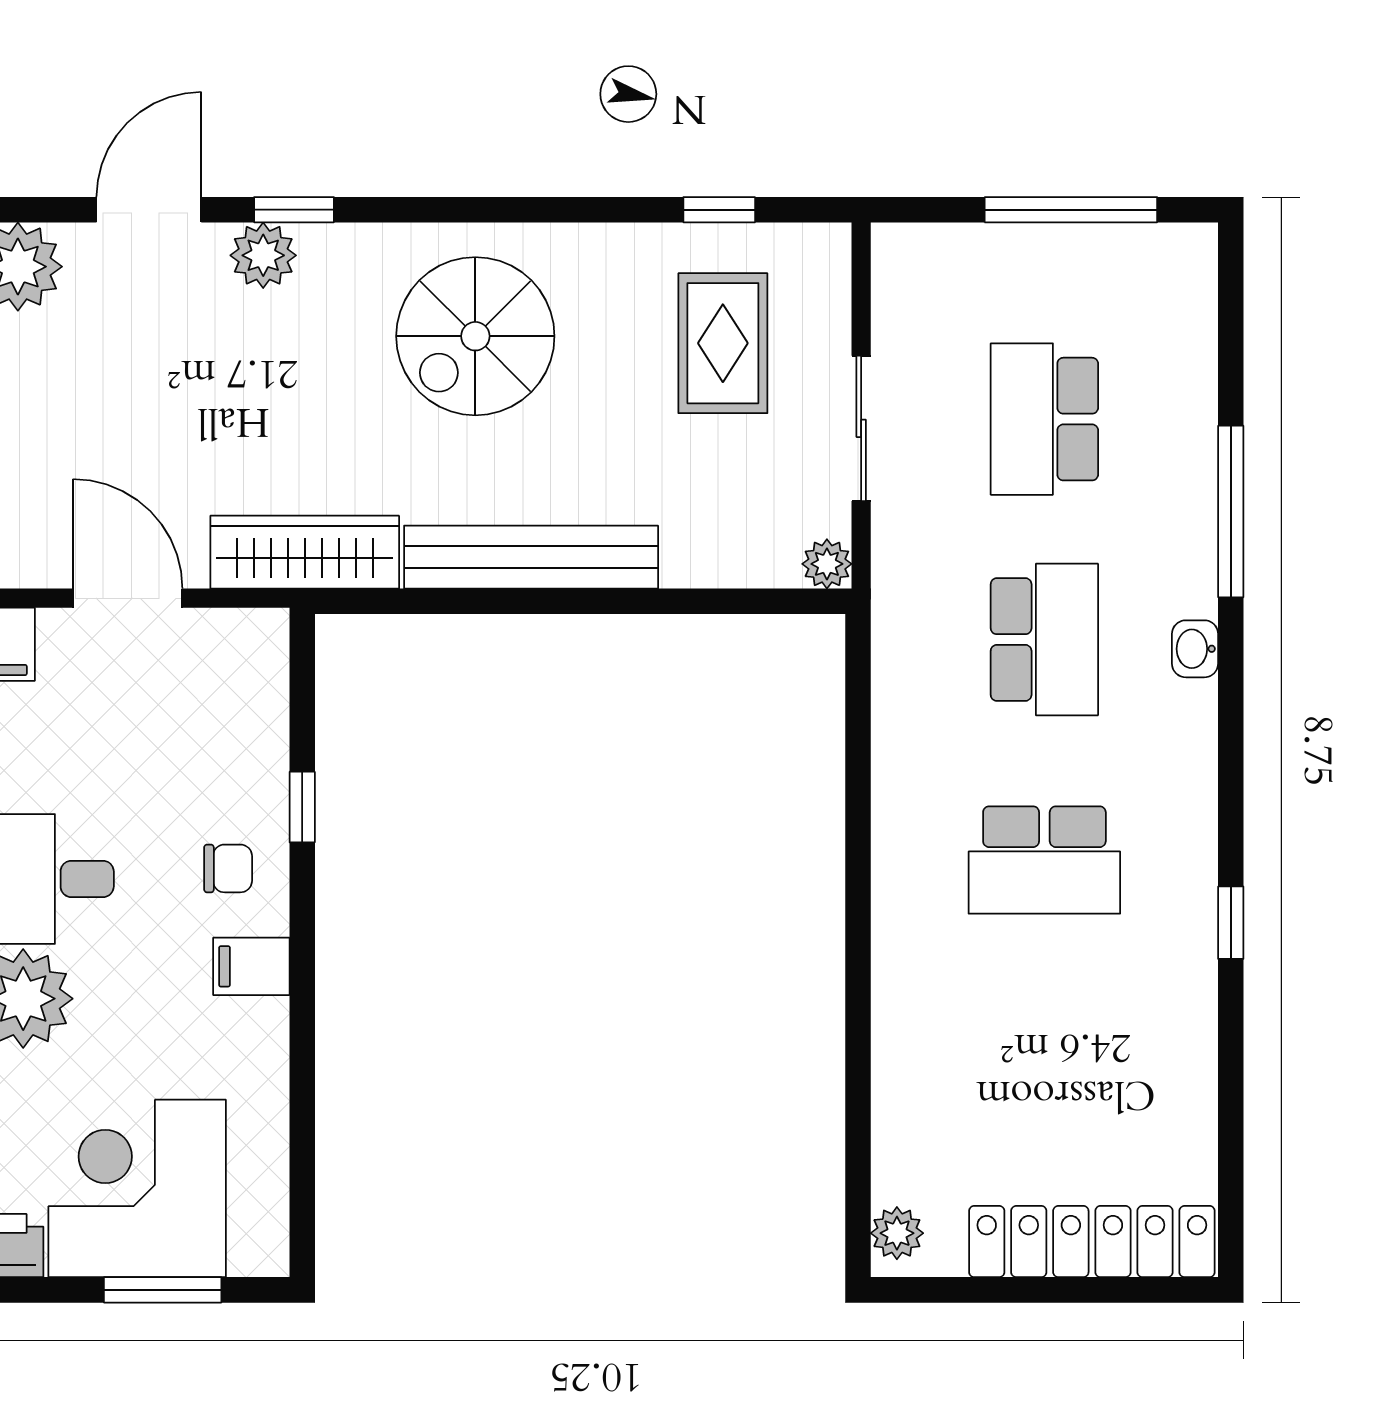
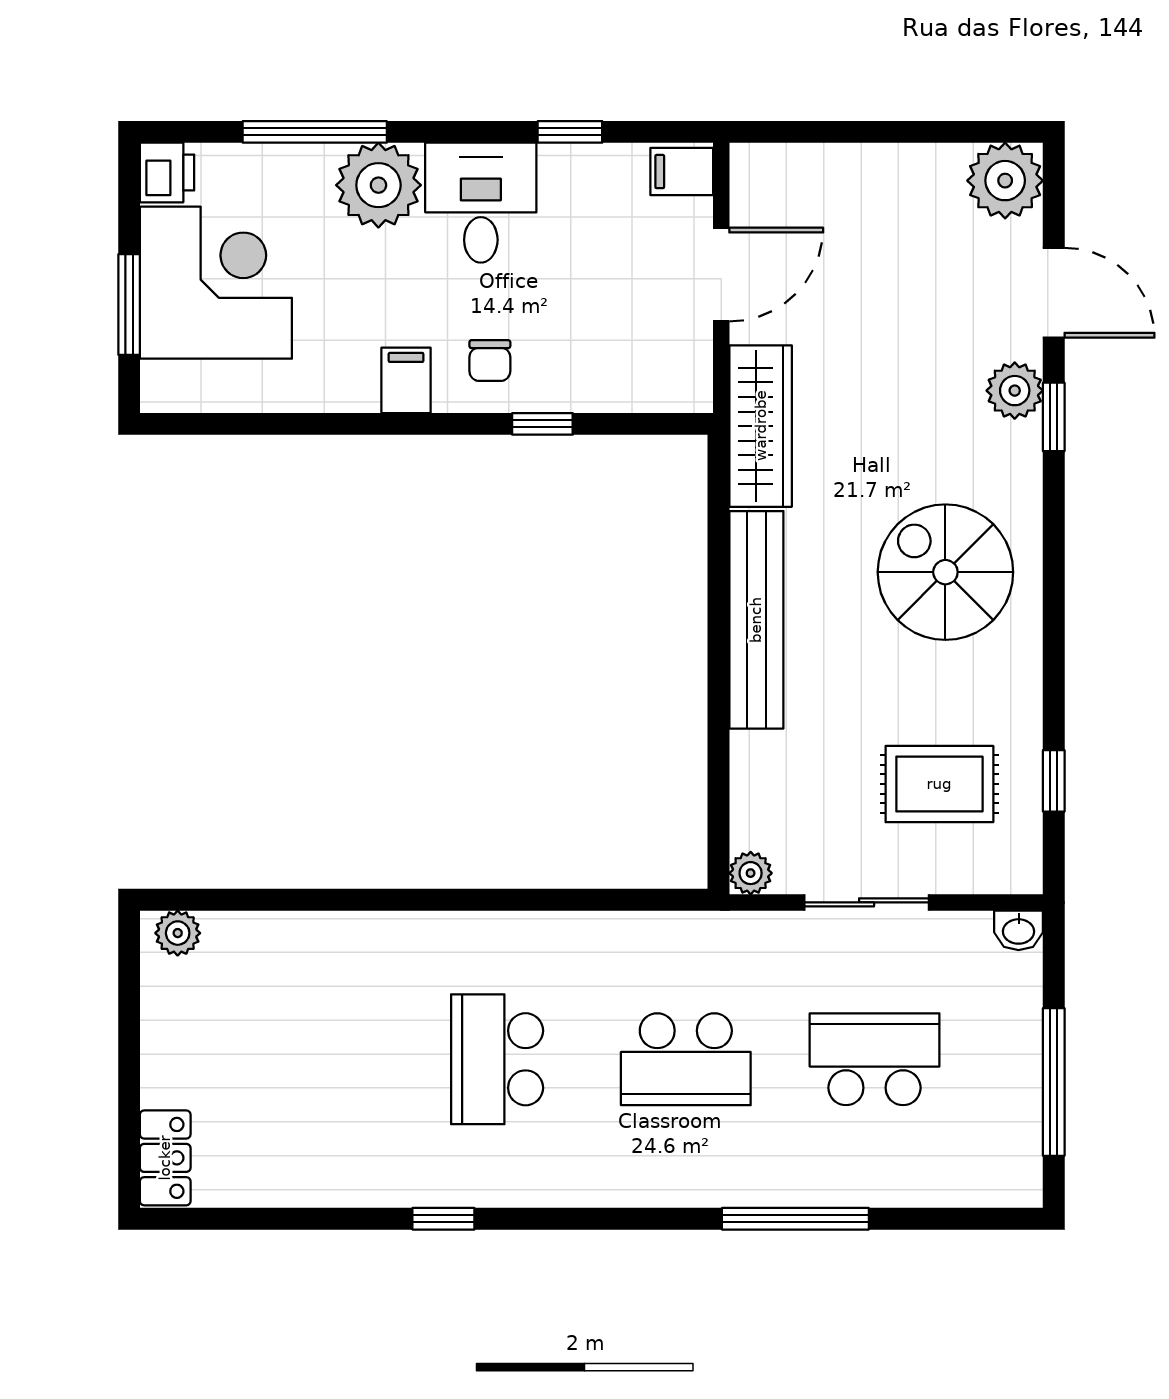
washbasin: (1195, 649) -> (1019, 930), moved, turned 180
locker: (1092, 1242) -> (165, 1158), width x0.46, depth x0.83

